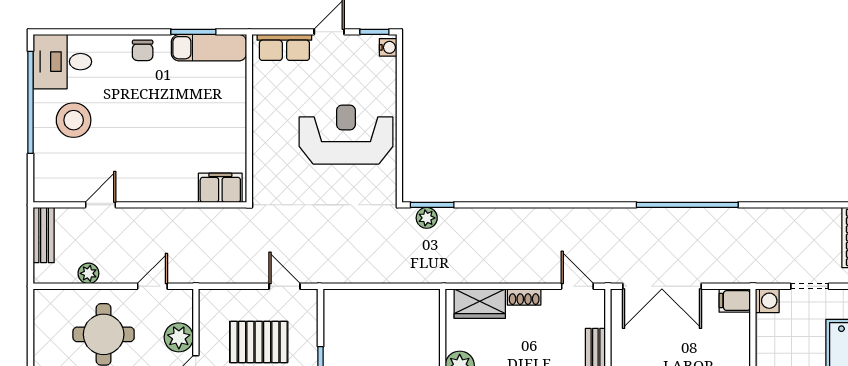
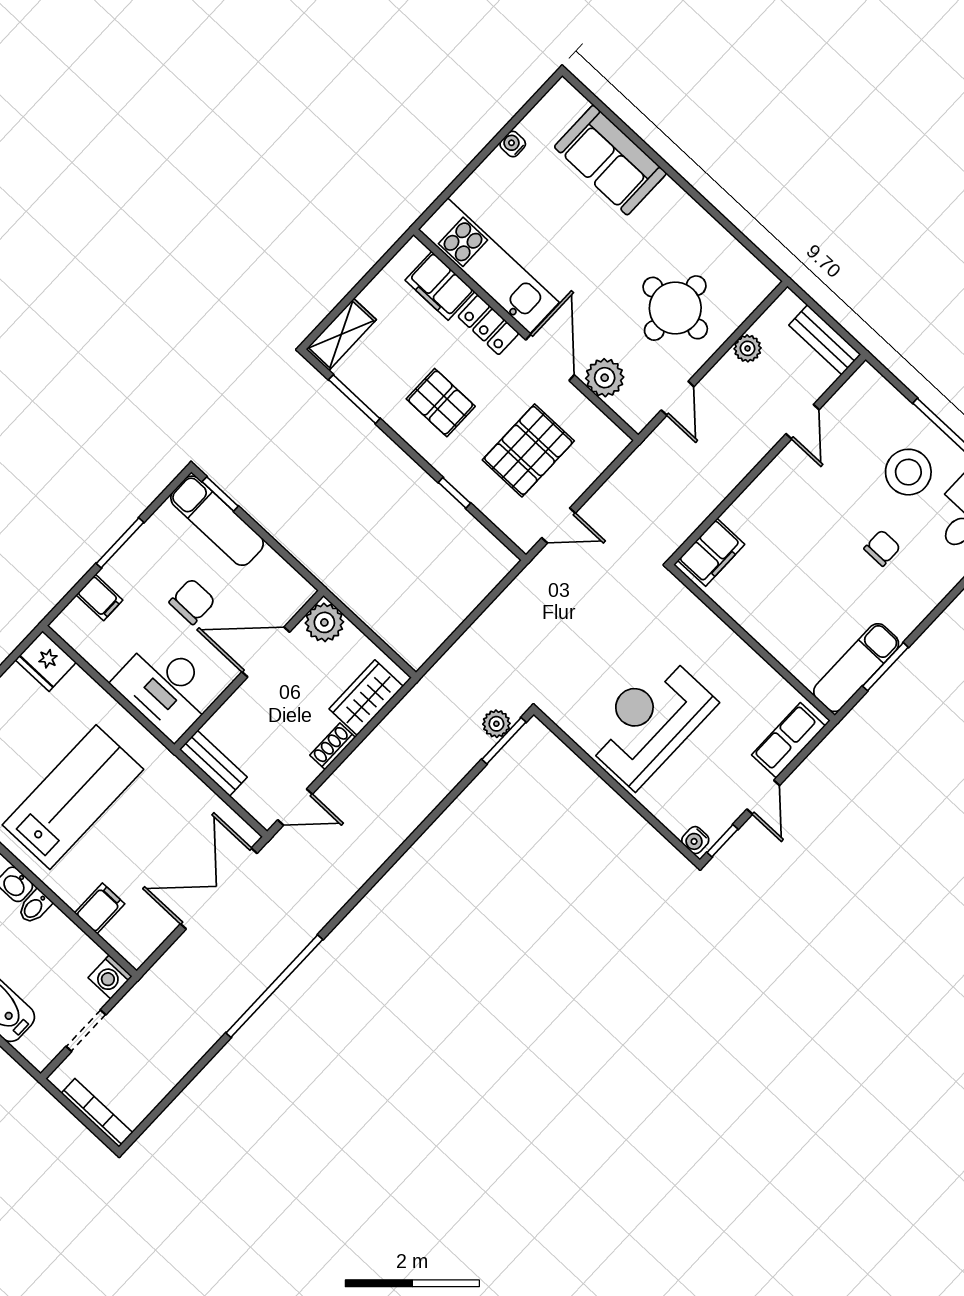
chair: (143, 50) -> (882, 548), moved, turned 90
reception desk: (346, 135) -> (649, 721), turned 180
filing cabinet: (735, 301) -> (100, 908), moved

